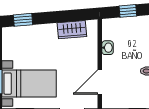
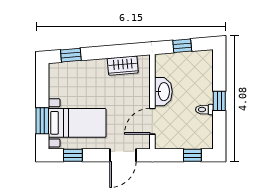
washbasin: (108, 48) -> (163, 92), width x1.91, depth x1.45

